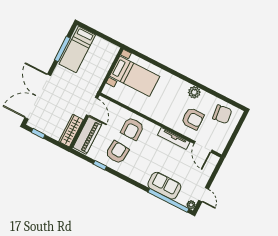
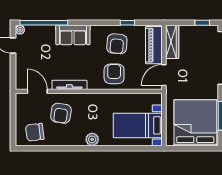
bed: (77, 49) -> (195, 123), width x2.04
plant: (194, 92) -> (92, 139), moved
door: (92, 107) -> (164, 75), hinge flipped
armchair: (193, 119) -> (61, 113), turned -82
sofa: (164, 186) -> (73, 35), moved

